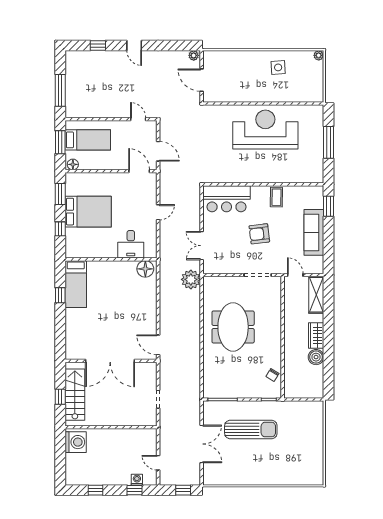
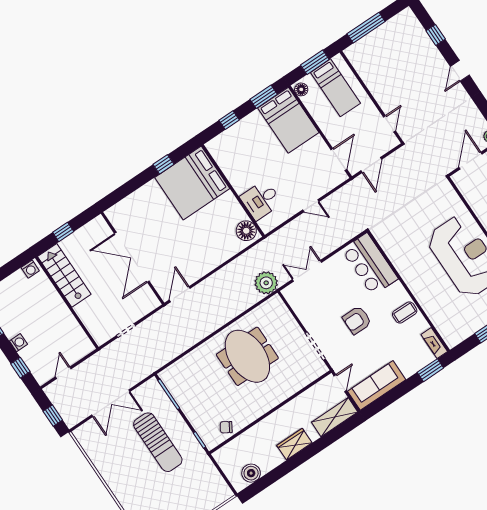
fireplace: (311, 191) -> (434, 343), added
bed: (88, 212) -> (288, 120), moved
sofa: (314, 232) -> (377, 385), moved
armchair: (259, 234) -> (357, 320), turned -83
bed: (76, 284) -> (192, 183), width x2.04
meeting table: (233, 327) -> (247, 356), turned 90
boiler: (316, 357) -> (251, 473), moved
stairs: (75, 395) -> (64, 275), moved, turned -90
washing machine: (76, 442) -> (30, 269), width x0.53, depth x0.53
washing machine: (137, 480) -> (18, 343), moved

